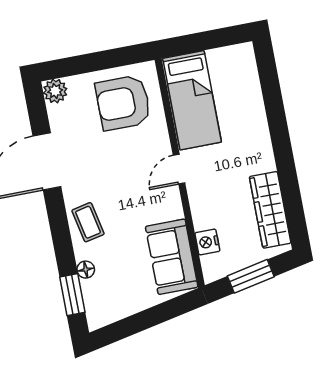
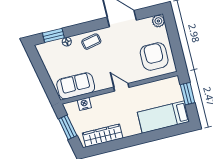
window: (198, 42) -> (188, 94), added
bed: (192, 100) -> (163, 117), moved

